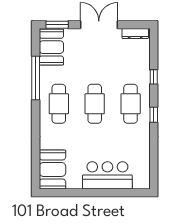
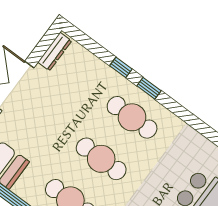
window: (154, 115) -> (149, 88), moved

